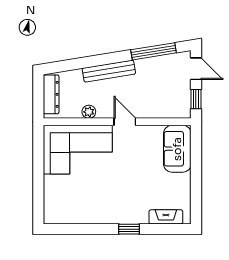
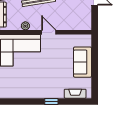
window: (196, 99) -> (95, 18), removed
sofa: (177, 149) -> (83, 62), moved

